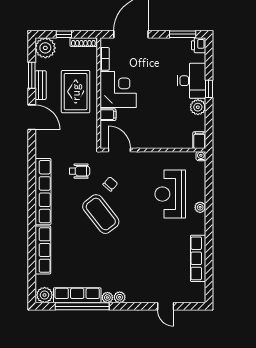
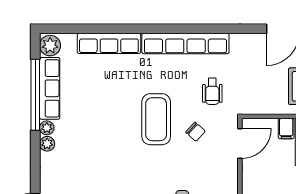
coffee table: (101, 214) -> (156, 119), turned -52

